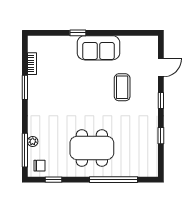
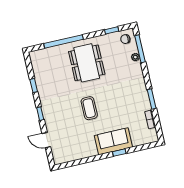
sofa: (98, 48) -> (113, 141), moved
door: (161, 68) -> (46, 140), hinge flipped
coffee table: (122, 87) -> (89, 108), moved
dining table: (92, 148) -> (87, 63), turned 90

